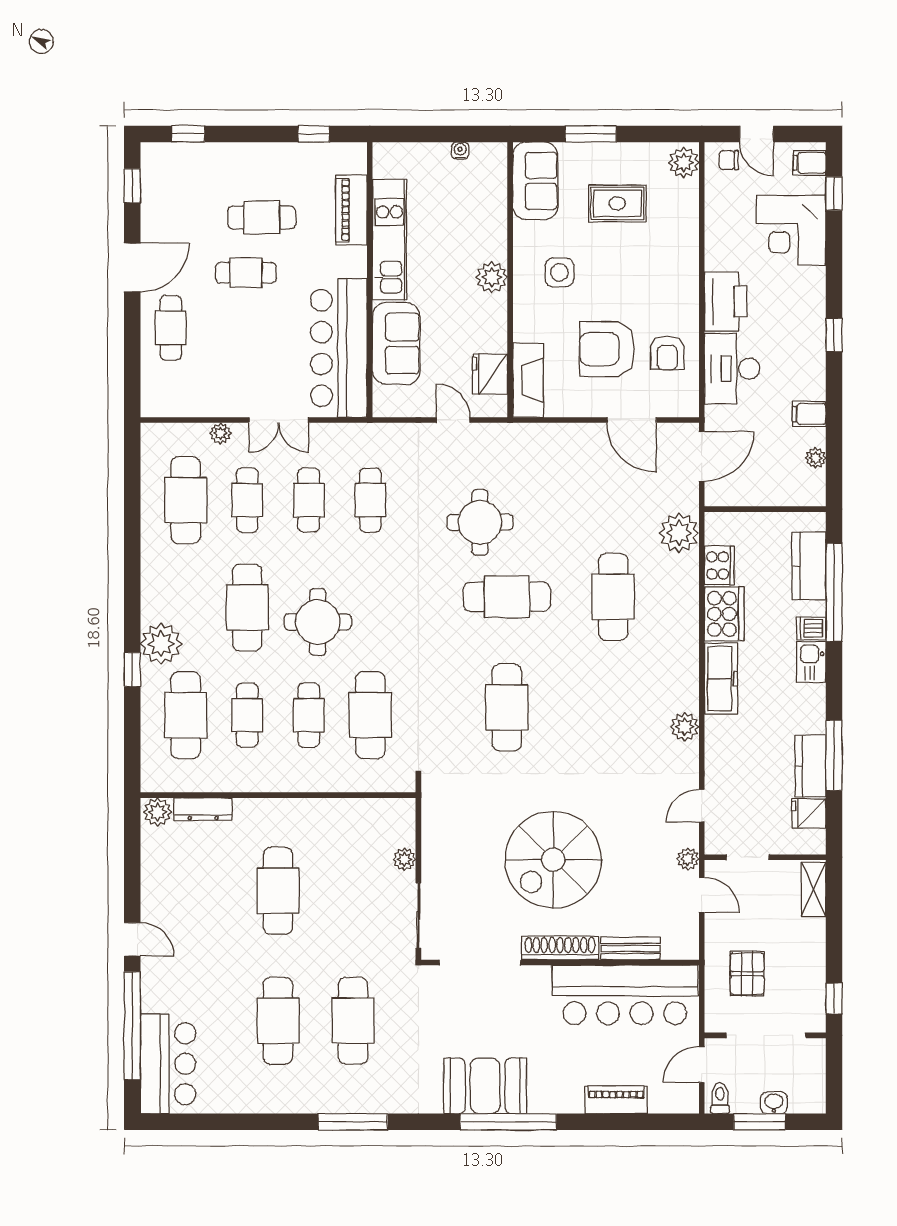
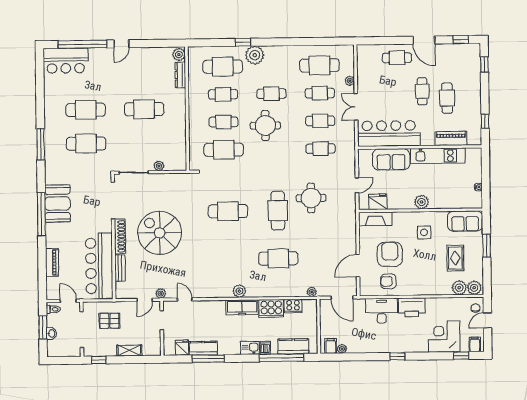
plant: (683, 196) -> (459, 288), added
filing cabinet: (809, 414) -> (331, 346), moved
plant: (679, 533) -> (312, 292), width x0.53, depth x0.53
cafe table: (247, 608) -> (271, 94), width x0.73, depth x0.74
plant: (685, 727) -> (239, 291), moved
shelving: (814, 890) -> (129, 350), moved

